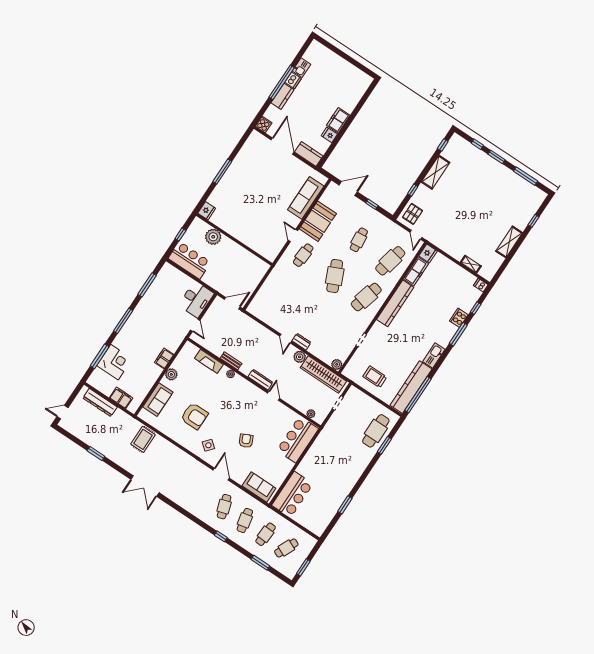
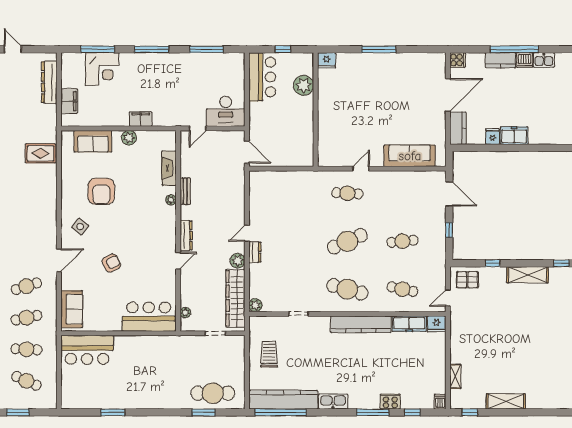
booth: (318, 221) -> (393, 185), removed
window: (534, 221) -> (470, 412), moved
cafe table: (390, 261) -> (402, 289), width x0.73, depth x0.74

